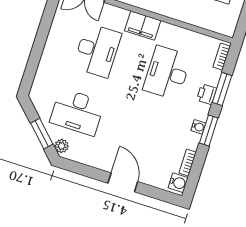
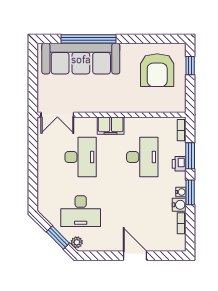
desk: (167, 73) -> (142, 157), turned 180
water cooler: (178, 183) -> (179, 205), moved

